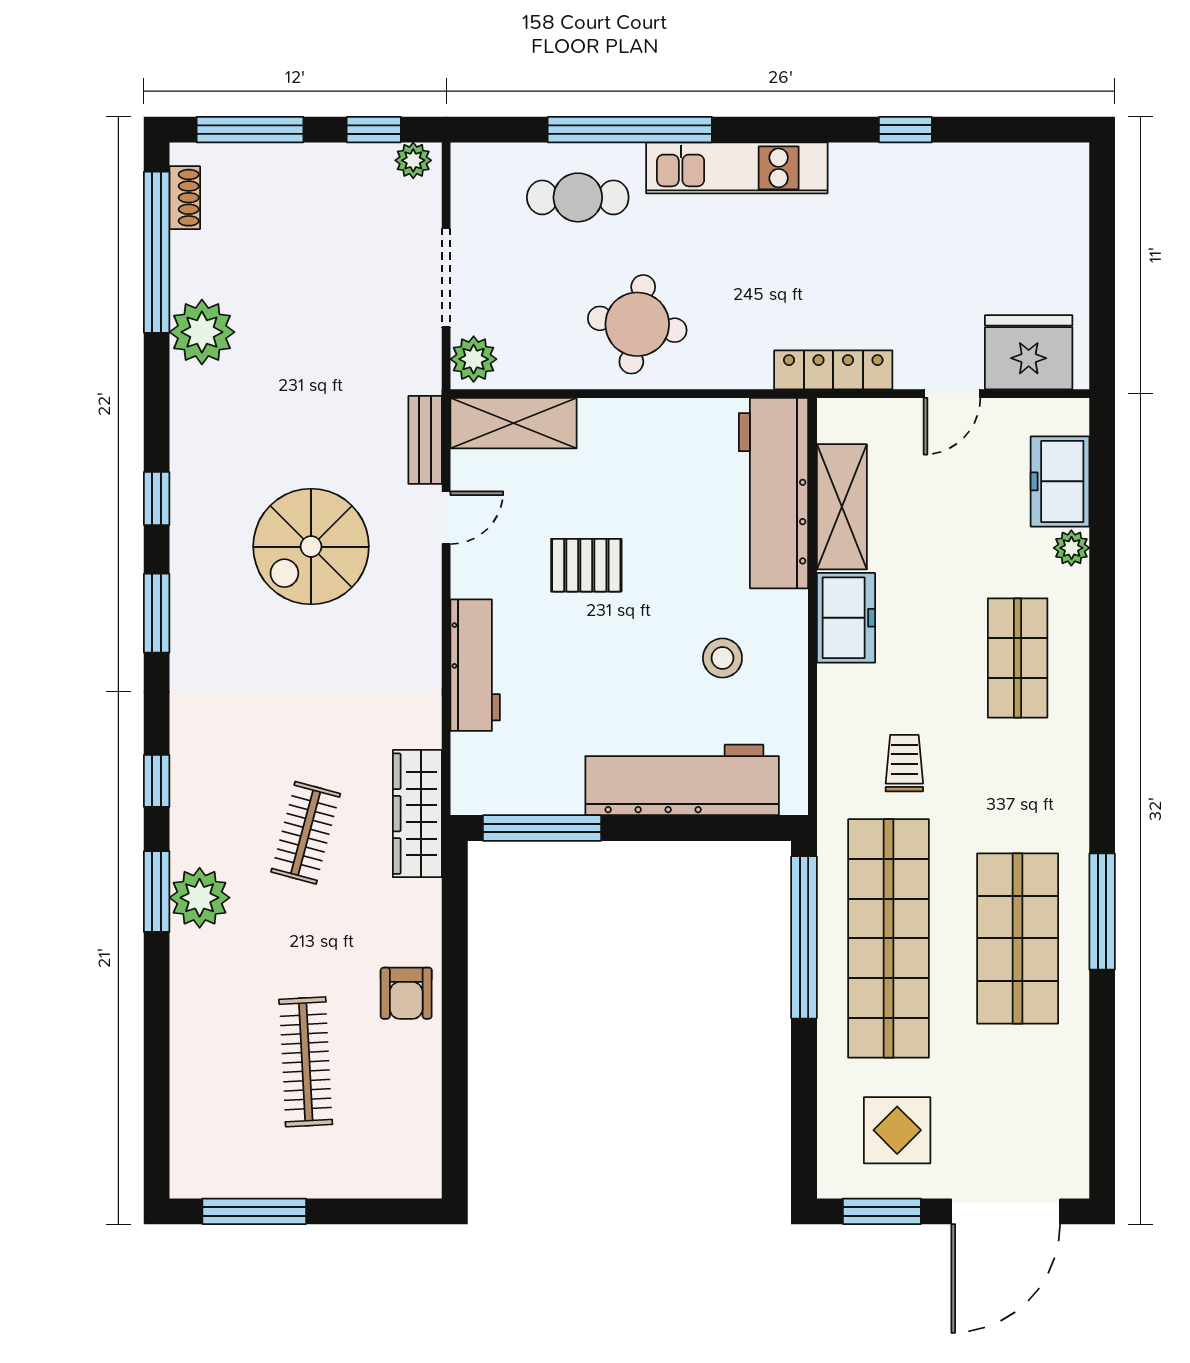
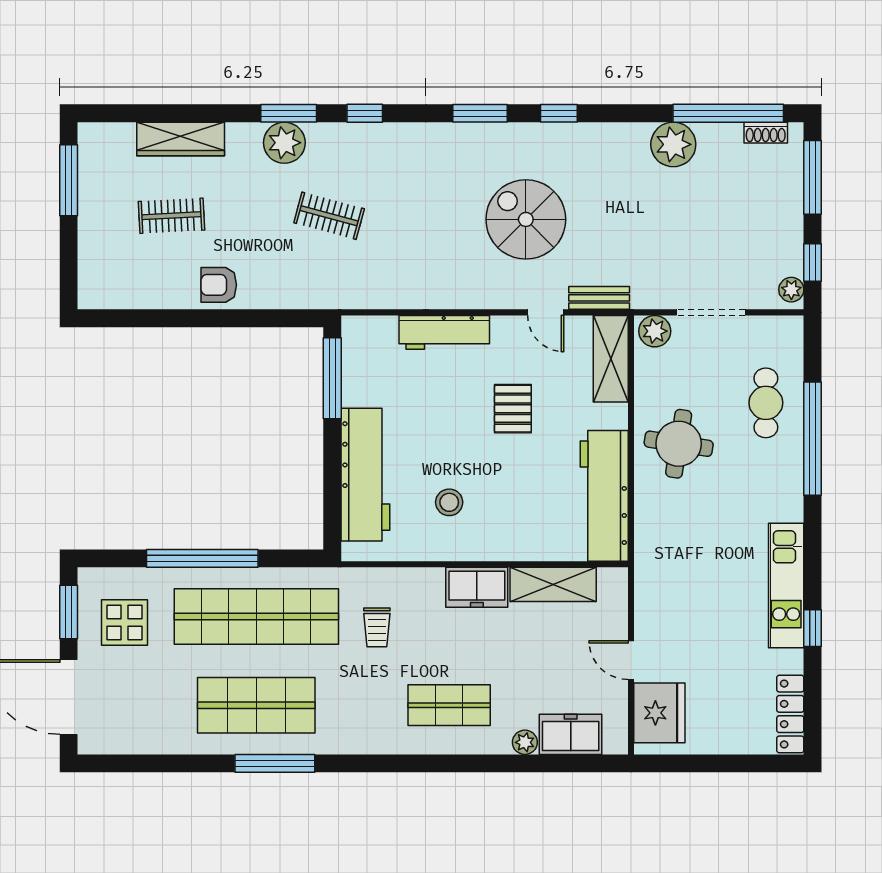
kitchen unit: (737, 168) -> (786, 585), moved
locker: (833, 370) -> (790, 714), moved, turned 180
workbench: (774, 493) -> (604, 496), moved, turned -90
trolley: (904, 763) -> (377, 627), turned 90
wardrobe: (417, 814) -> (181, 139), moved, turned 180
window: (804, 937) -> (202, 558), moved
clothes rail: (306, 1062) -> (171, 216), width x0.73

